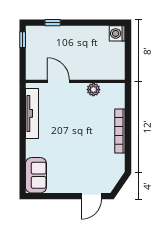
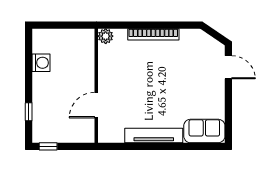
washing machine: (117, 33) -> (41, 63), moved, turned -90
plant: (93, 90) -> (106, 36), moved
tv unit: (32, 113) -> (154, 135), moved

